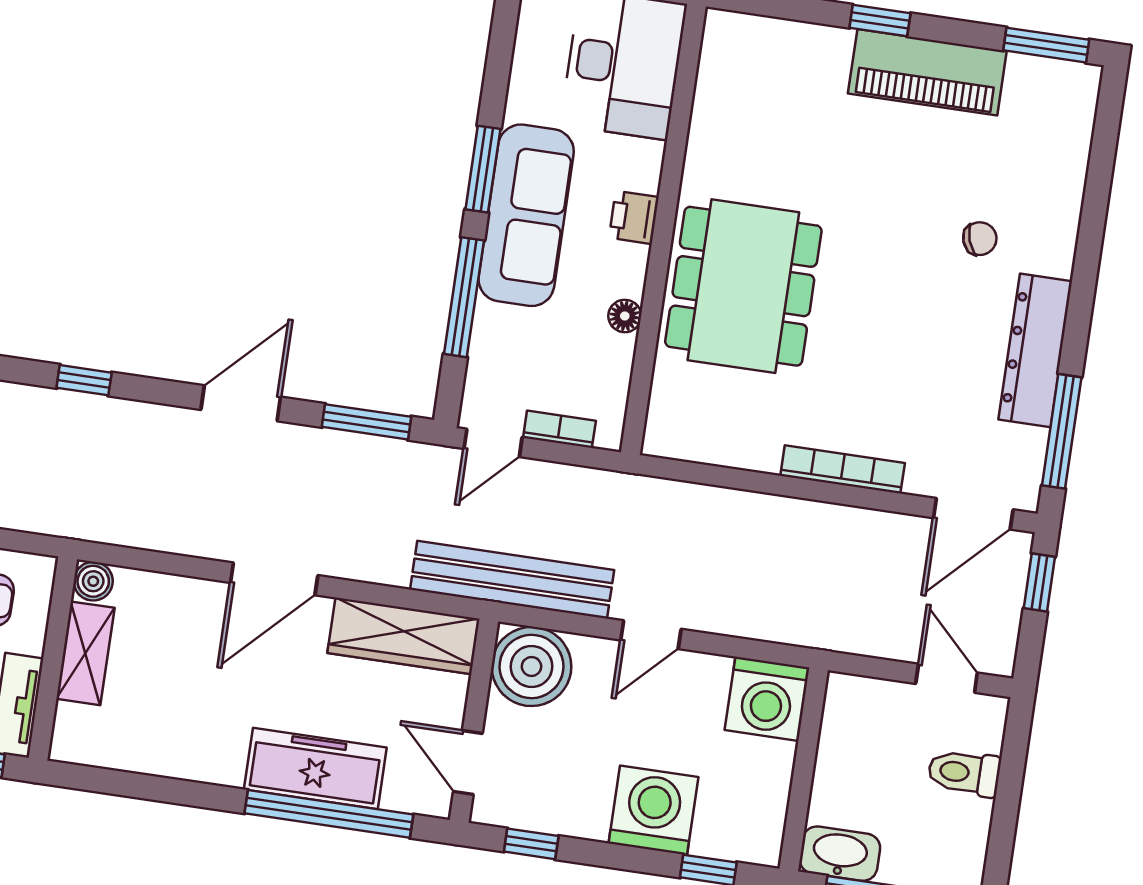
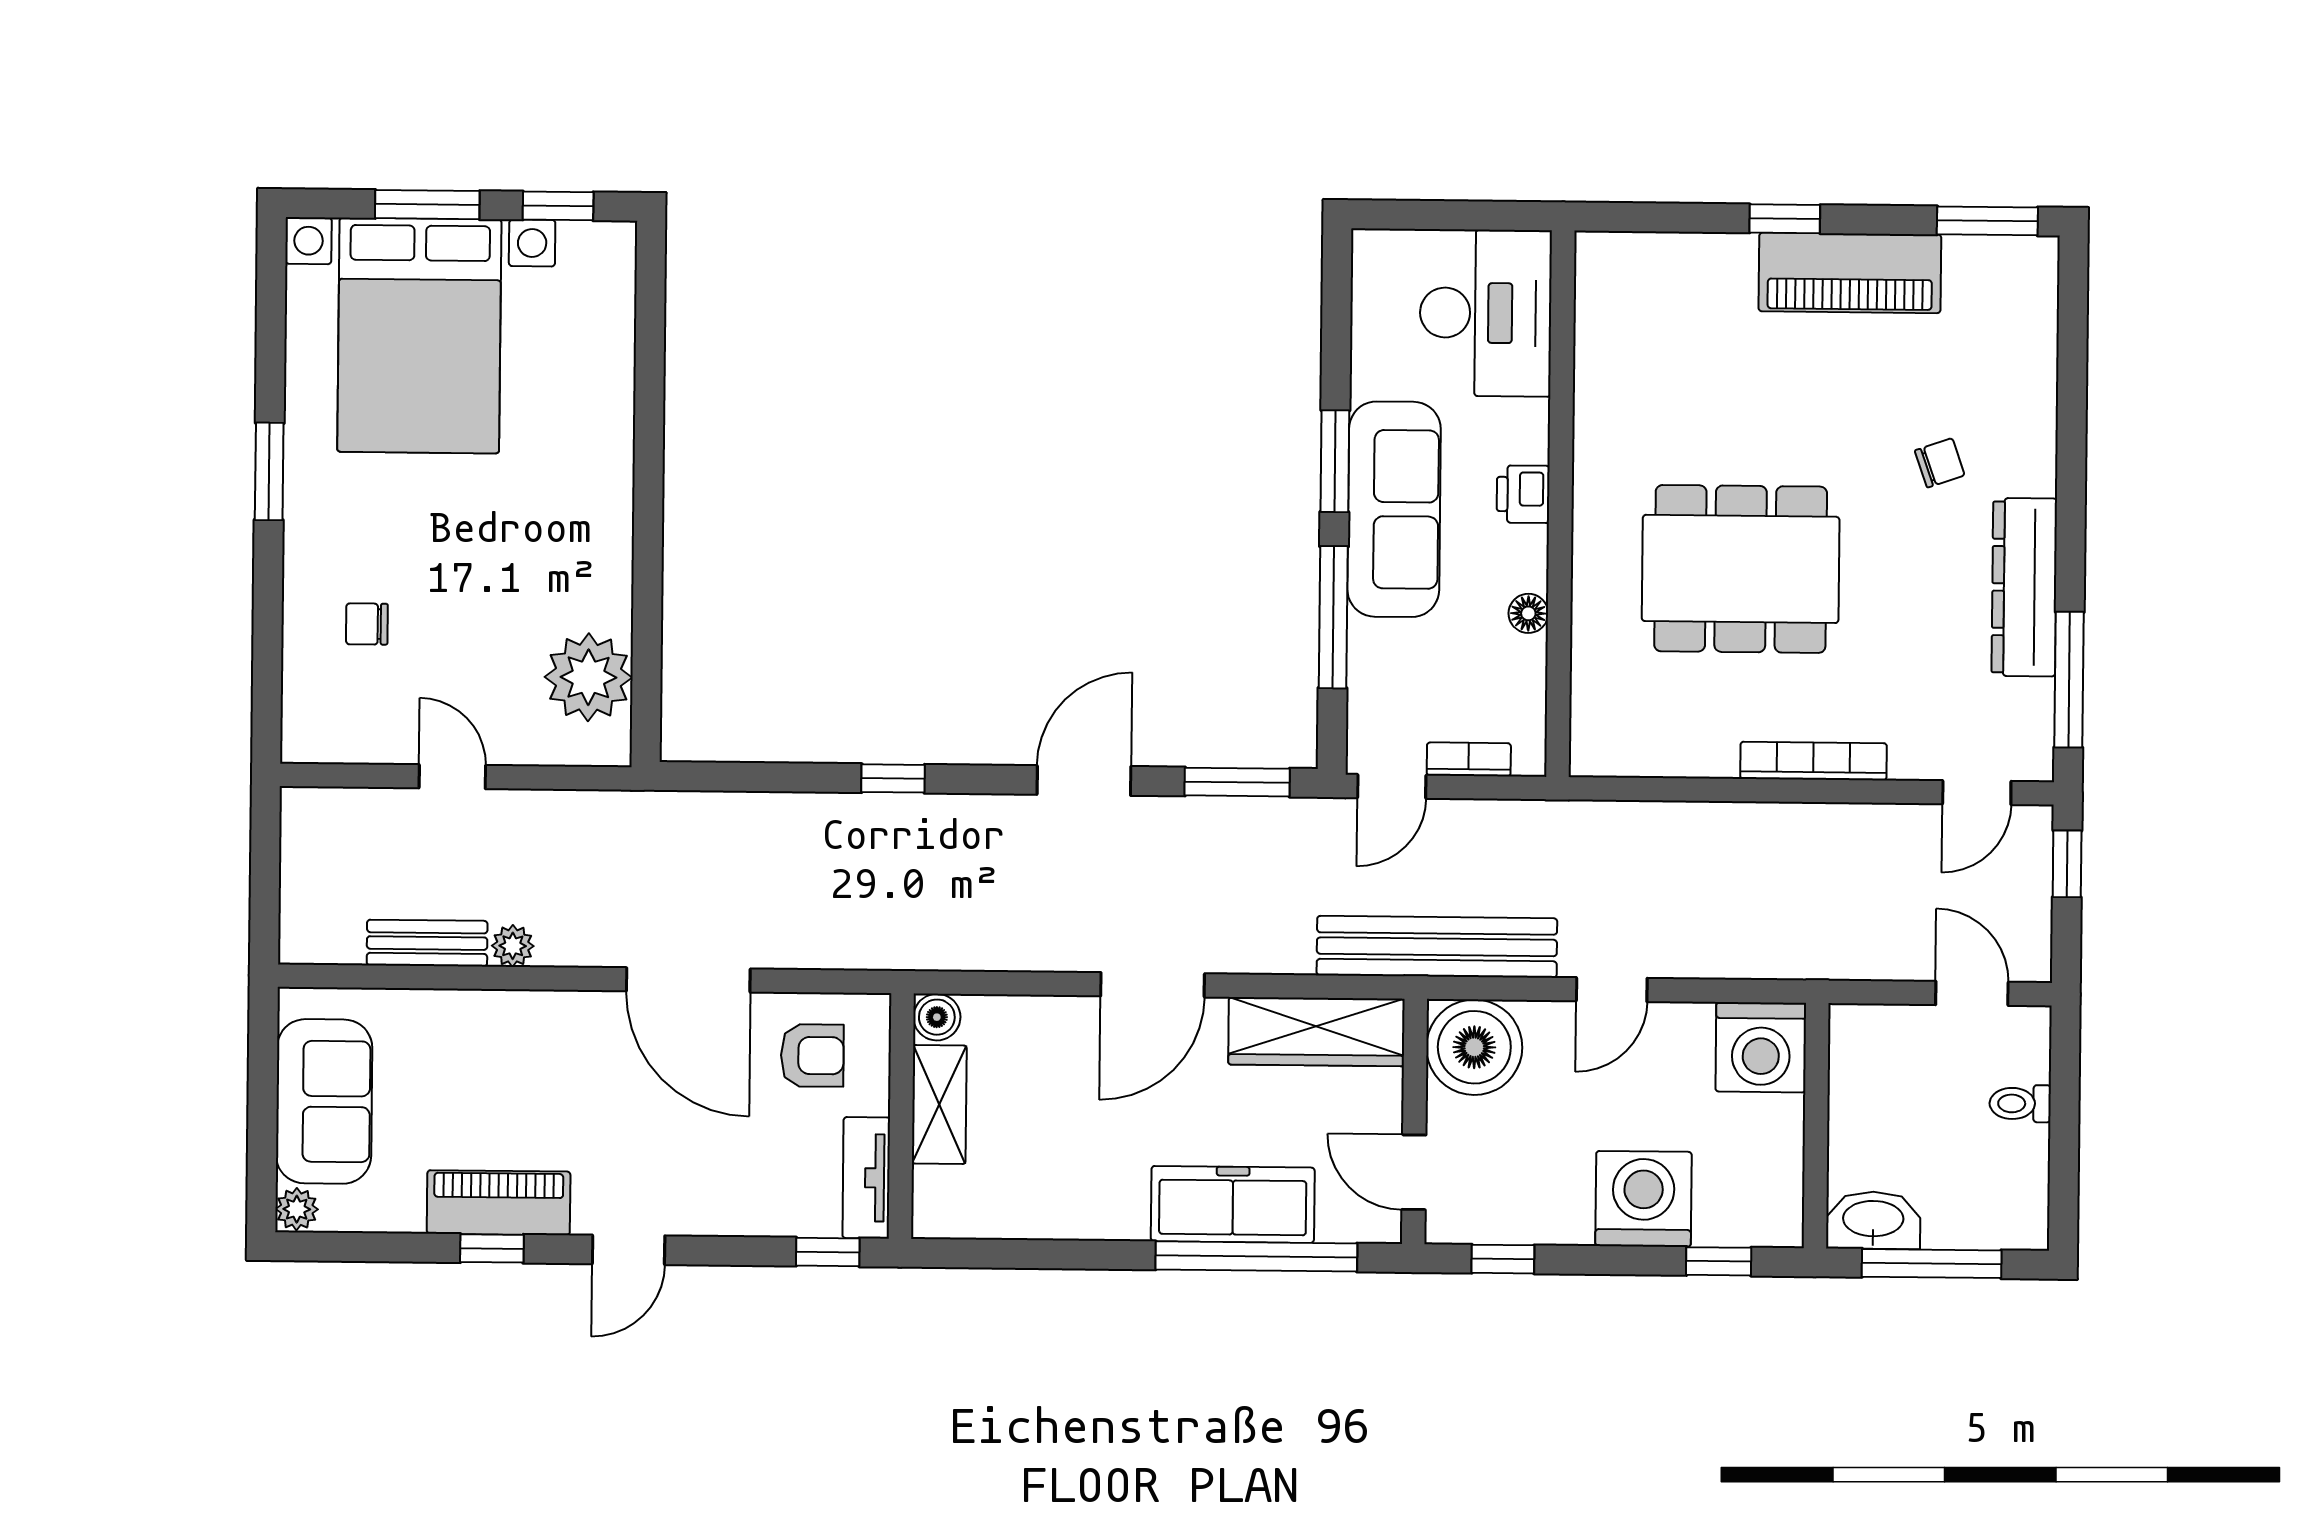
dining table: (743, 286) -> (1741, 569), moved, turned 90
door: (973, 514) -> (1977, 793), width x0.73
toilet: (964, 773) -> (2020, 1104), width x0.73, depth x0.72

